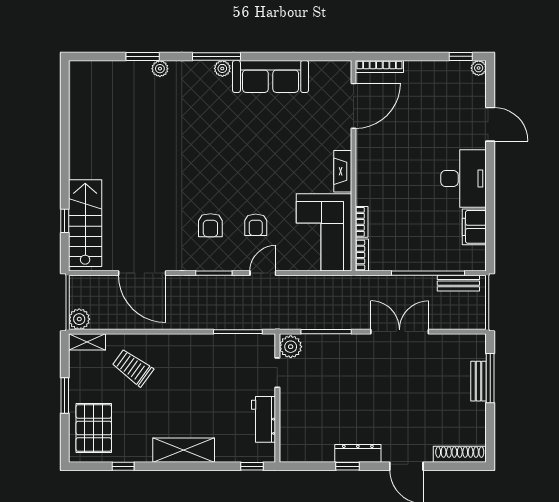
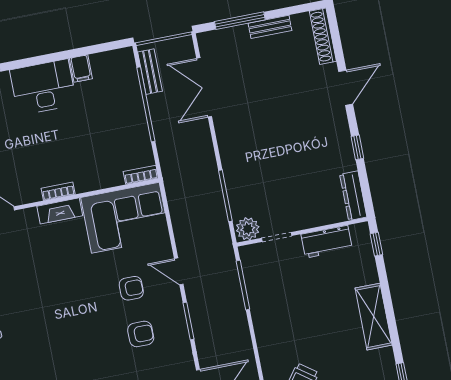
bookcase: (362, 222) -> (58, 191), moved
filing cabinet: (474, 227) -> (81, 68), width x0.50
double door: (400, 332) -> (204, 87), moved
bench: (479, 381) -> (270, 27), moved
dresser: (358, 453) -> (353, 196), moved

